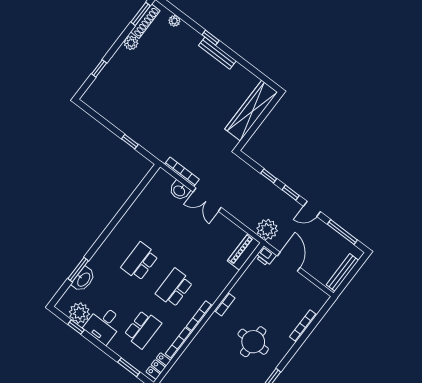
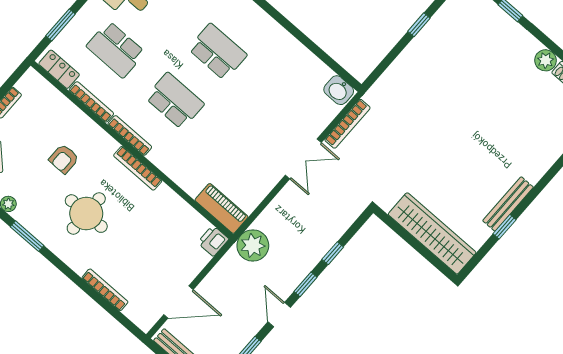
window: (211, 38) -> (505, 227), moved
bench: (217, 53) -> (508, 204), moved
window: (130, 142) -> (419, 25), moved
washbasin: (179, 191) -> (339, 90), moved, turned -90
double door: (207, 200) -> (303, 159), swing flipped
door: (289, 262) -> (178, 302), moved
bookcase: (225, 304) -> (138, 168), width x1.56
armchair: (218, 359) -> (64, 159), added

